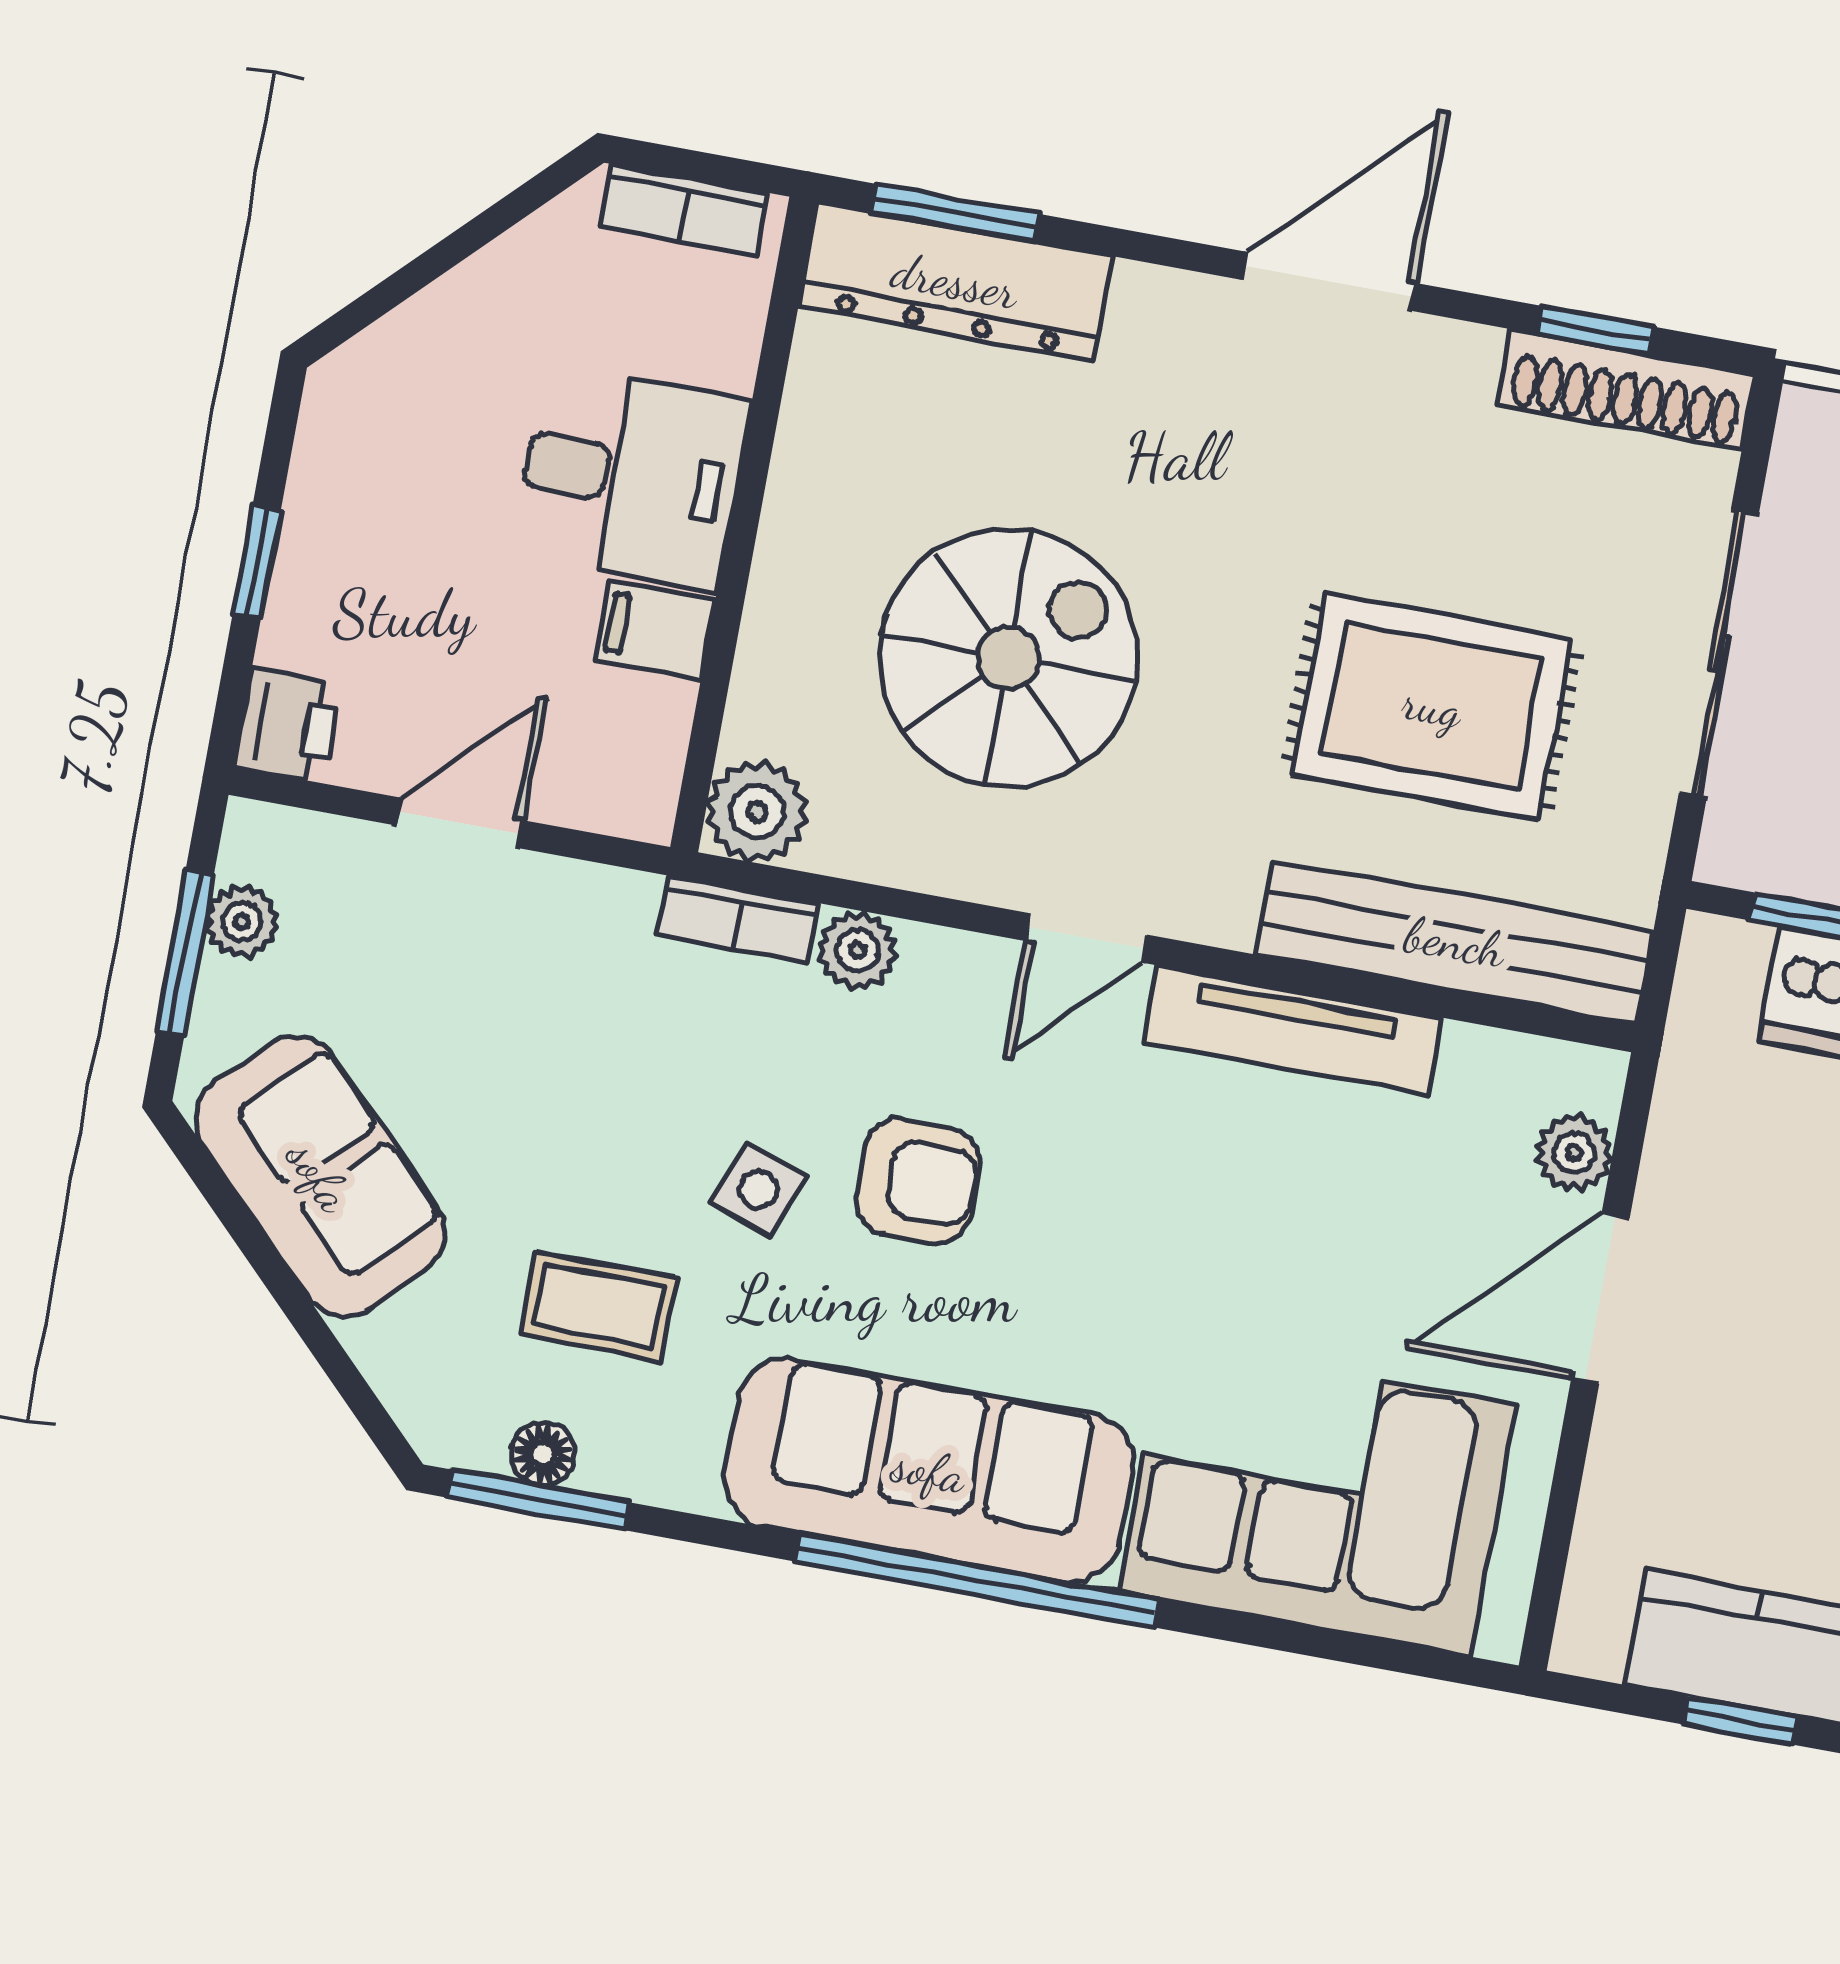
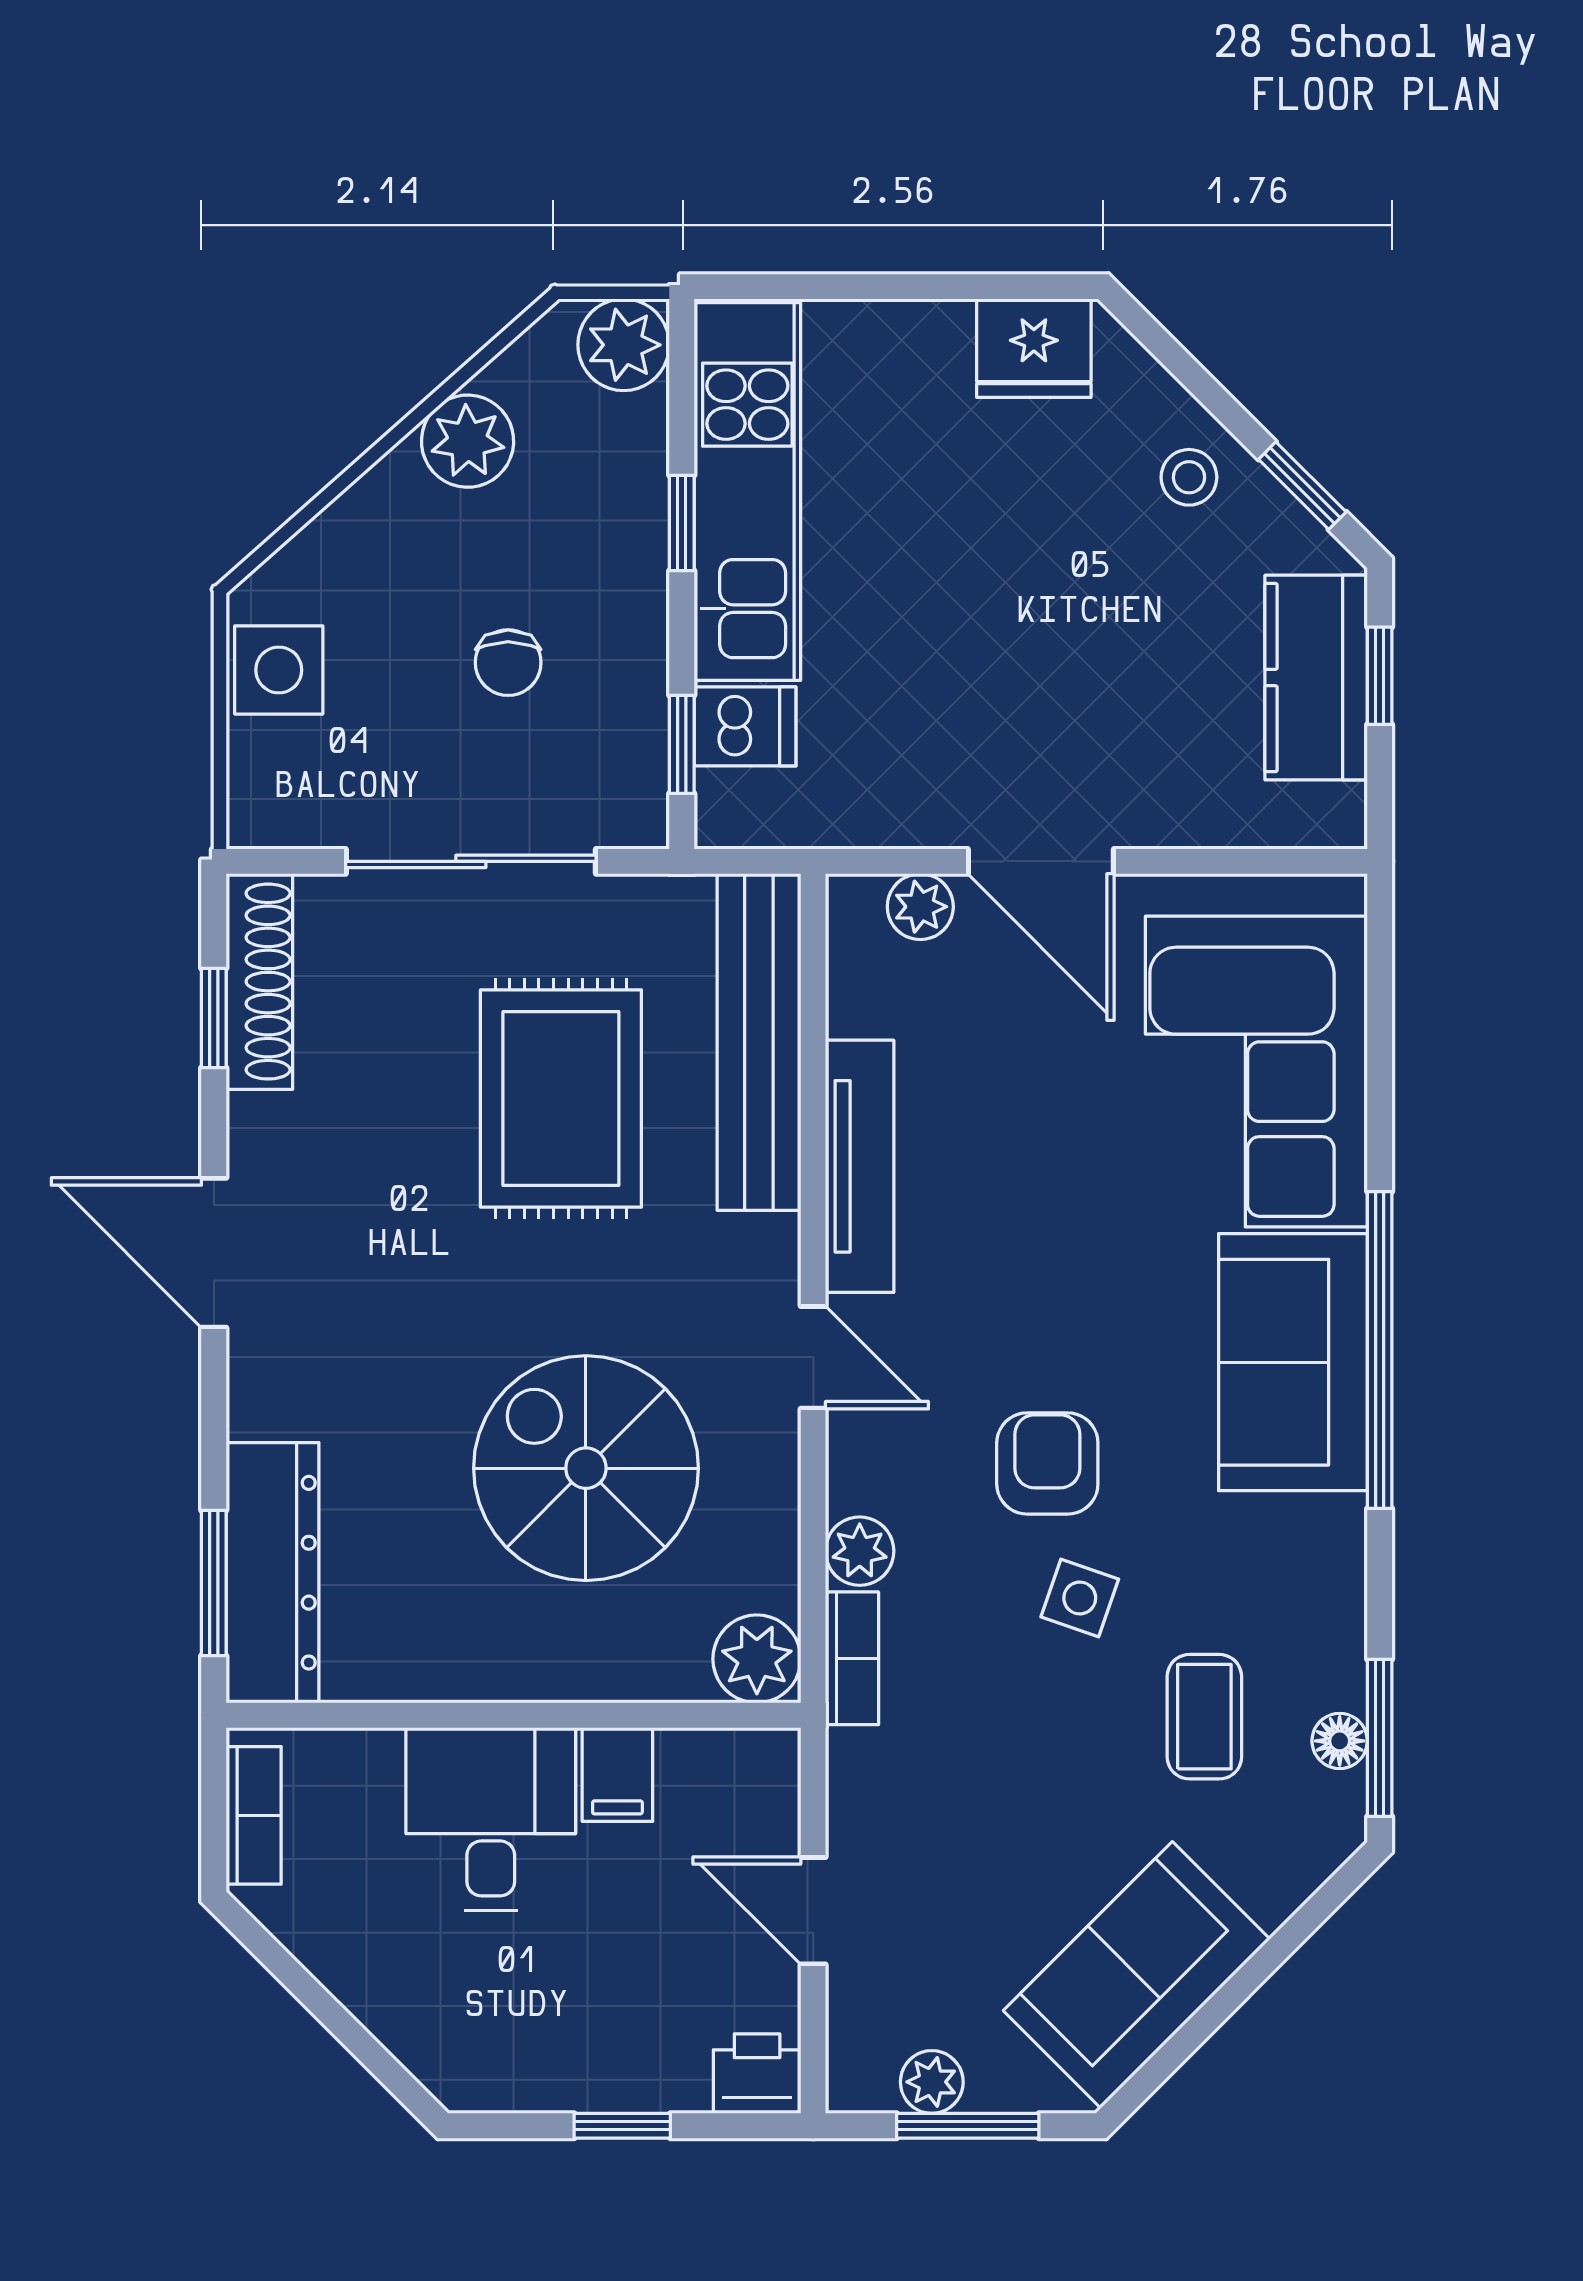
sofa: (929, 1470) -> (1293, 1362), width x0.73

